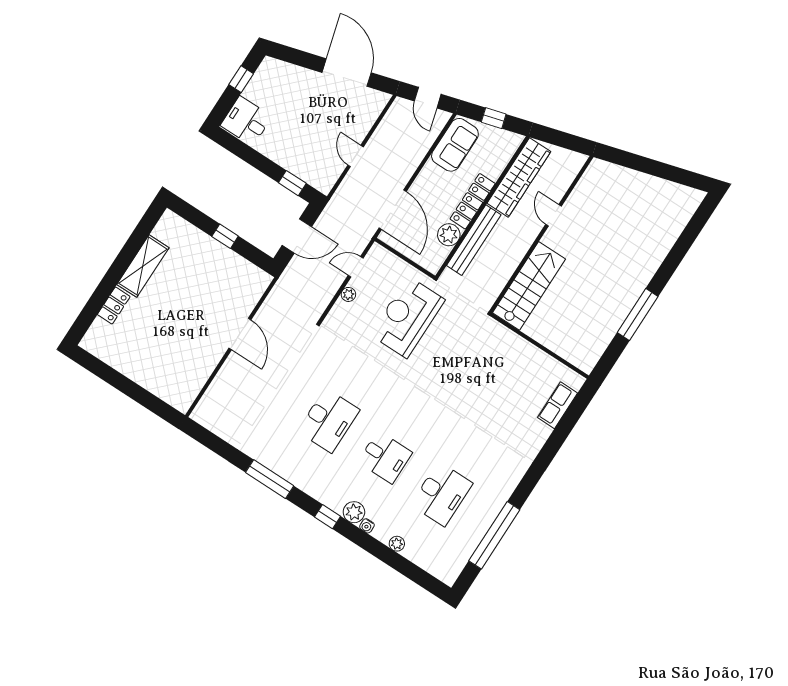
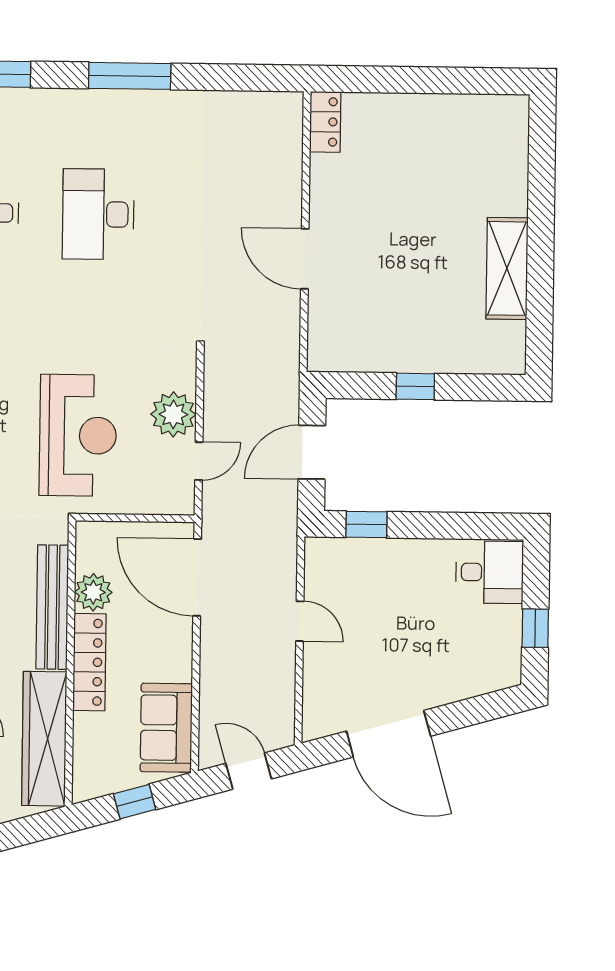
plant: (348, 294) -> (173, 414), width x1.88, depth x1.88
locker: (114, 306) -> (325, 122), moved, turned 180

